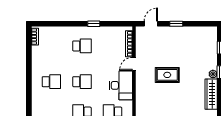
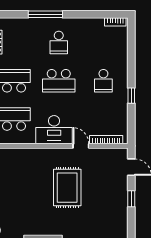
rug: (167, 75) -> (67, 188), width x1.36, depth x1.43
school desk: (82, 82) -> (59, 81), width x1.85
window: (29, 92) -> (45, 14), added

